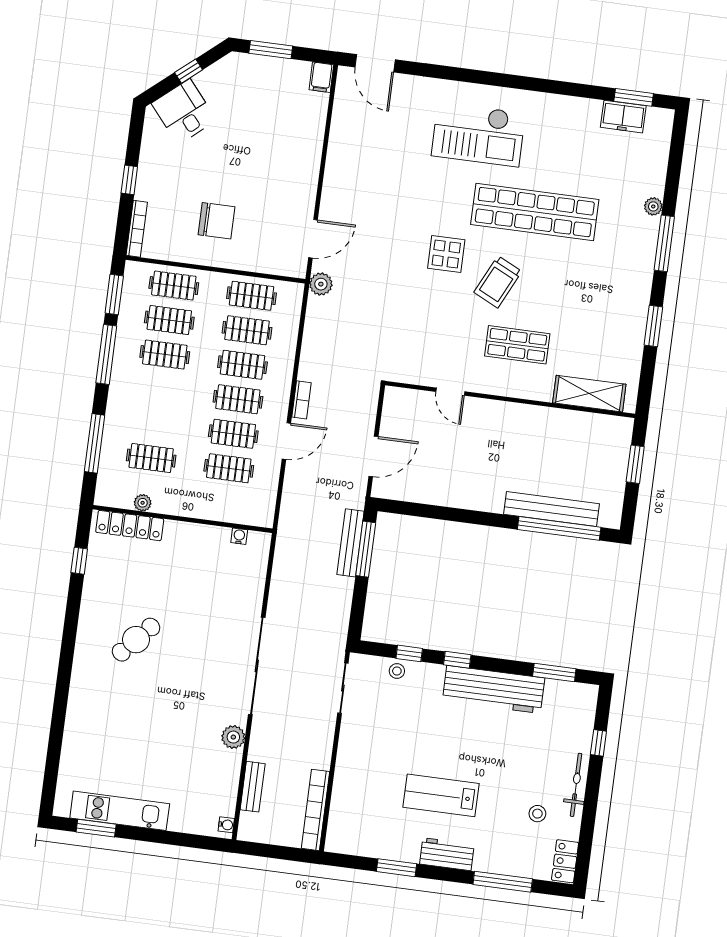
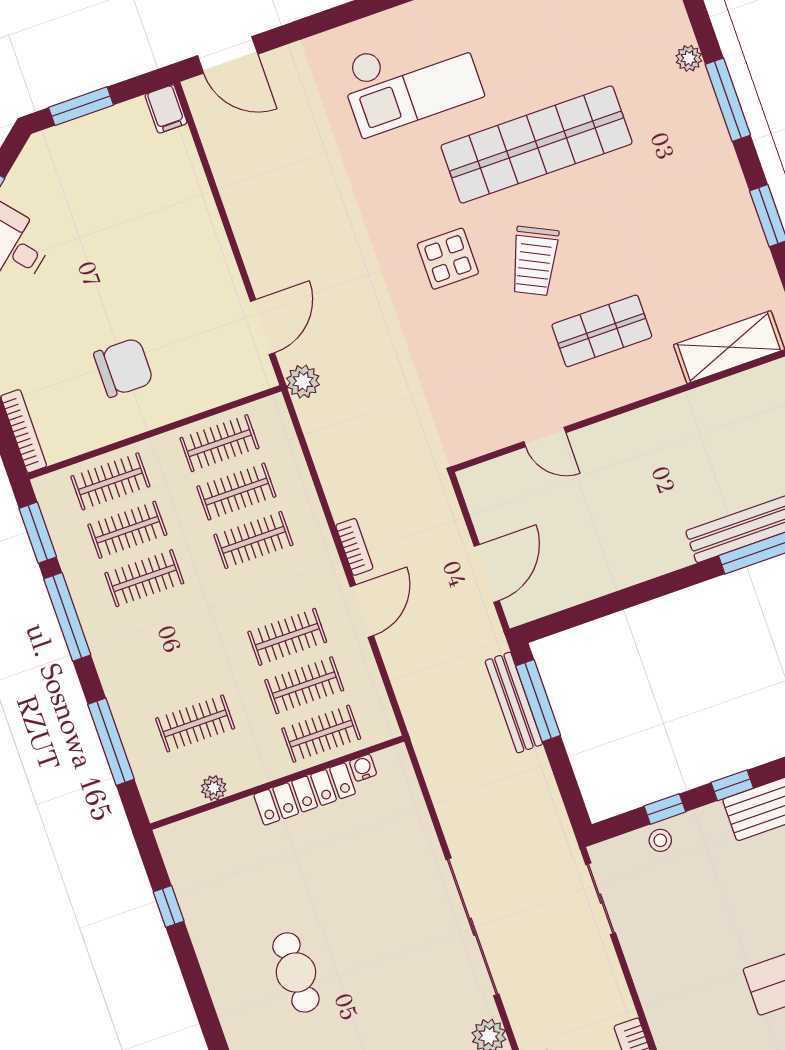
clothes rail: (238, 399) -> (321, 734), moved
locker: (130, 526) -> (305, 794), moved
cafe table: (136, 640) -> (296, 972), turned -42

